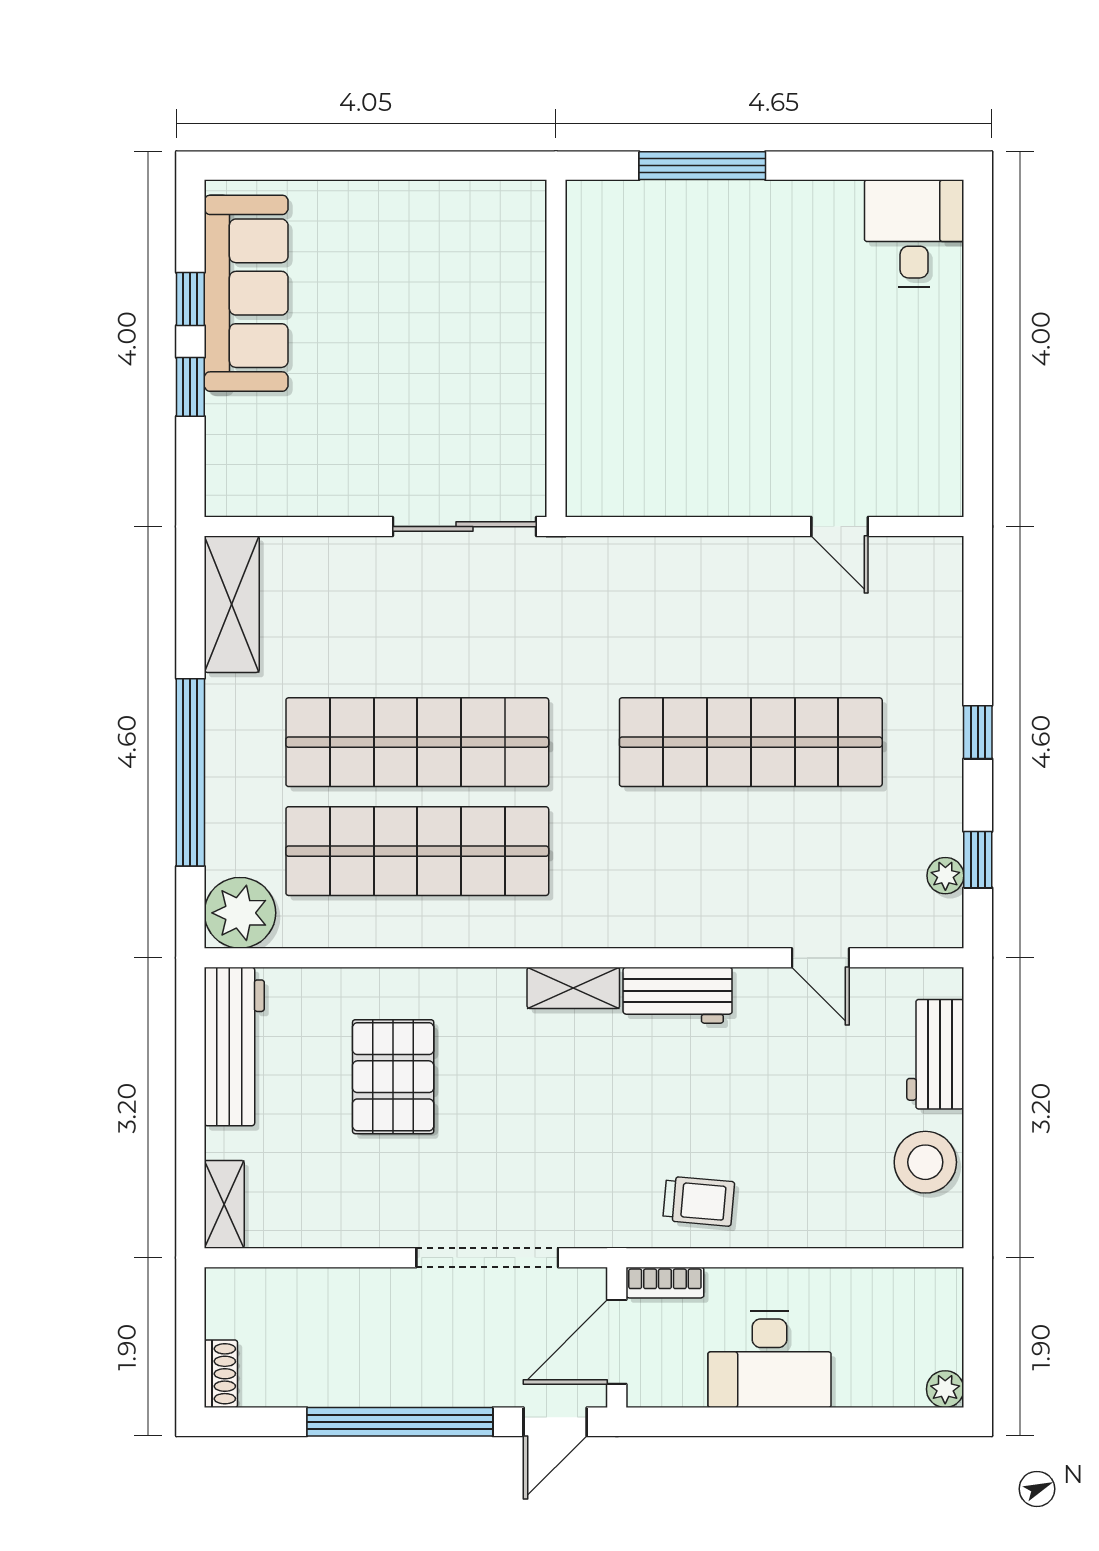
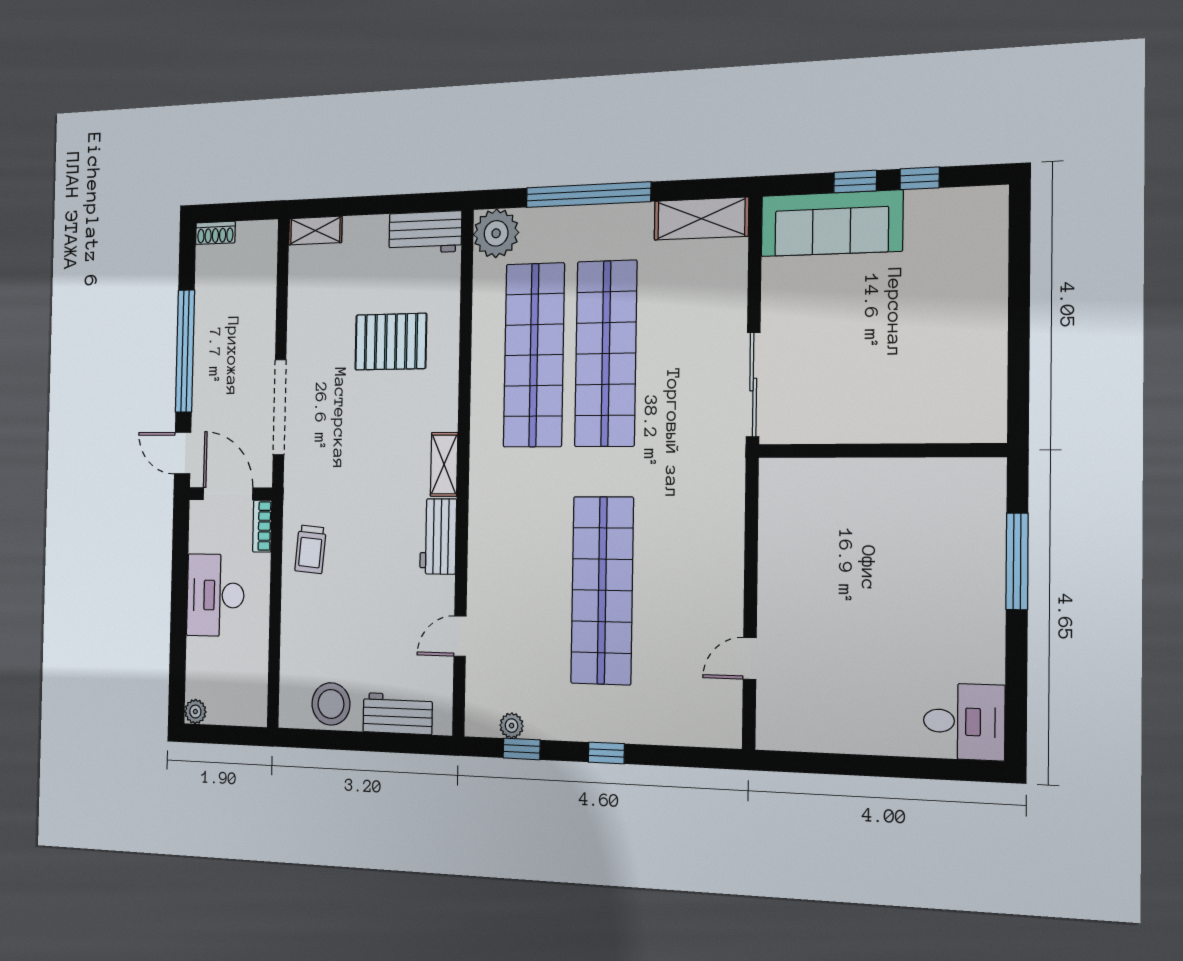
sofa: (246, 293) -> (832, 223), moved
workbench: (234, 1046) -> (425, 232), width x0.73

